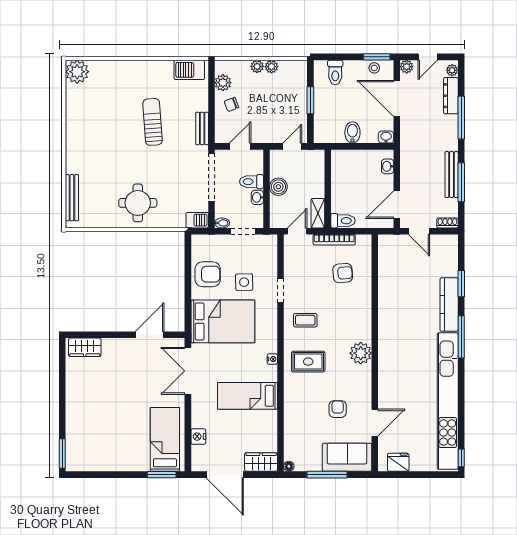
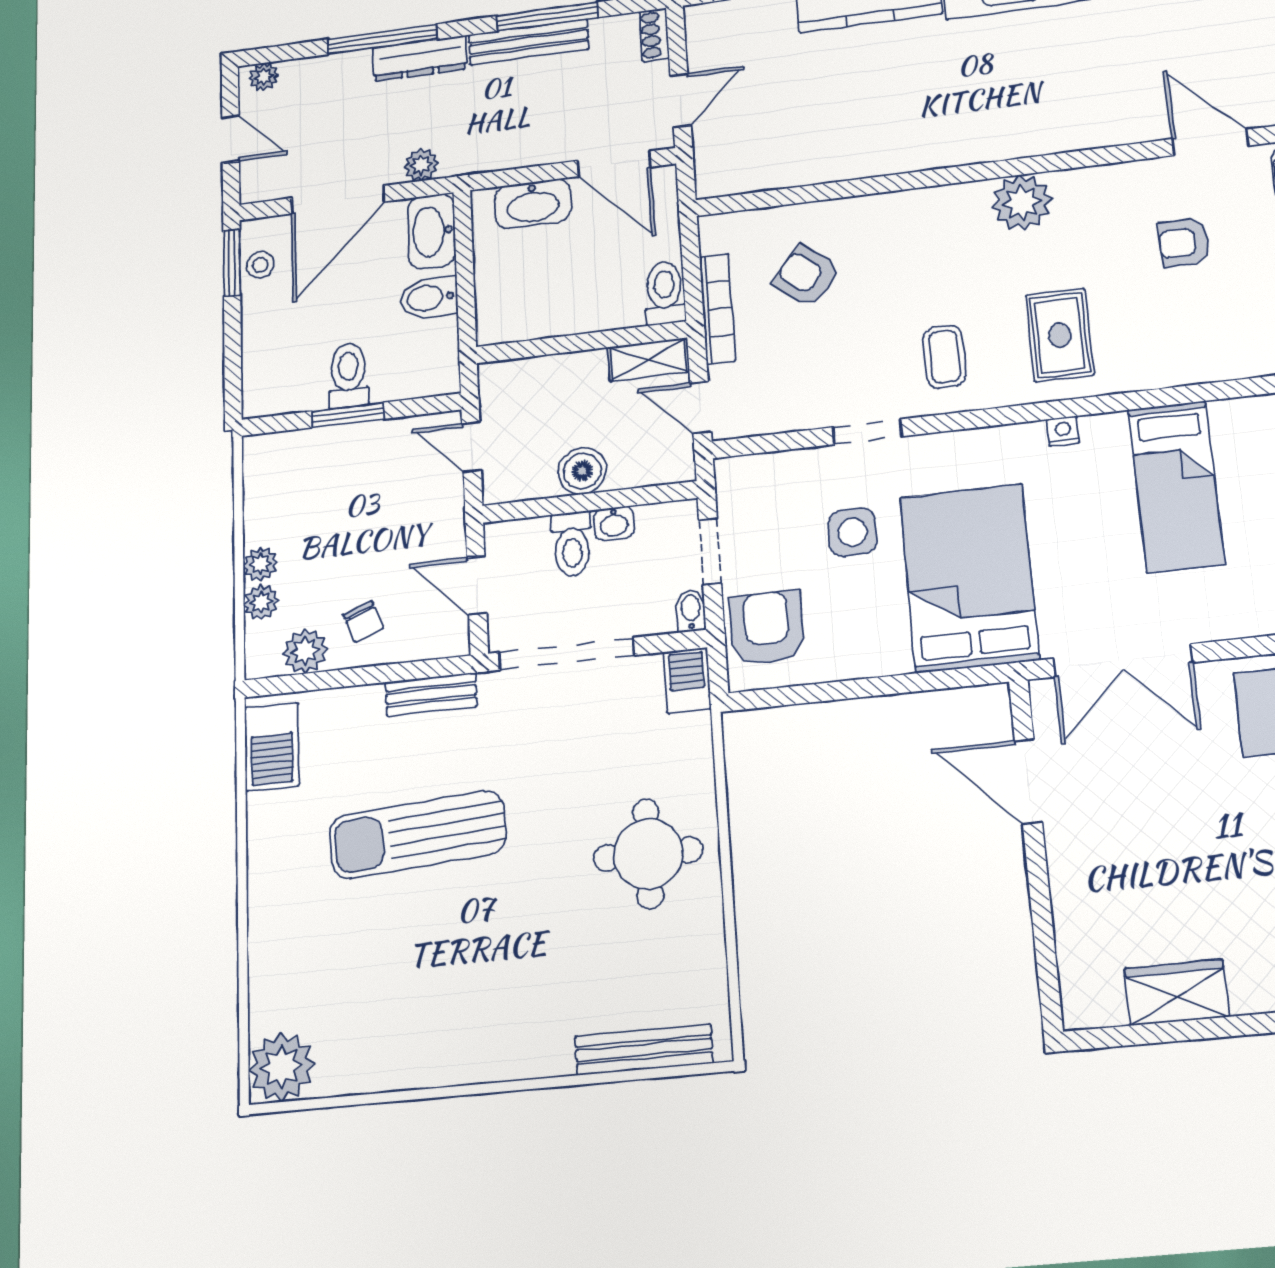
plant: (271, 67) -> (261, 602), moved
plant: (407, 67) -> (421, 165), moved
toilet: (335, 72) -> (348, 375), moved, turned -90
dresser: (451, 96) -> (420, 58), moved
sun lounger: (153, 122) -> (417, 835), width x1.36, depth x1.34
washbasin: (386, 137) -> (432, 231), width x1.91, depth x1.45
washbasin: (388, 166) -> (533, 204), width x1.91, depth x1.45
armchair: (343, 273) -> (806, 276), turned -46
armchair: (208, 274) -> (767, 628), moved
wardrobe: (85, 347) -> (1177, 992), moved, turned -90

